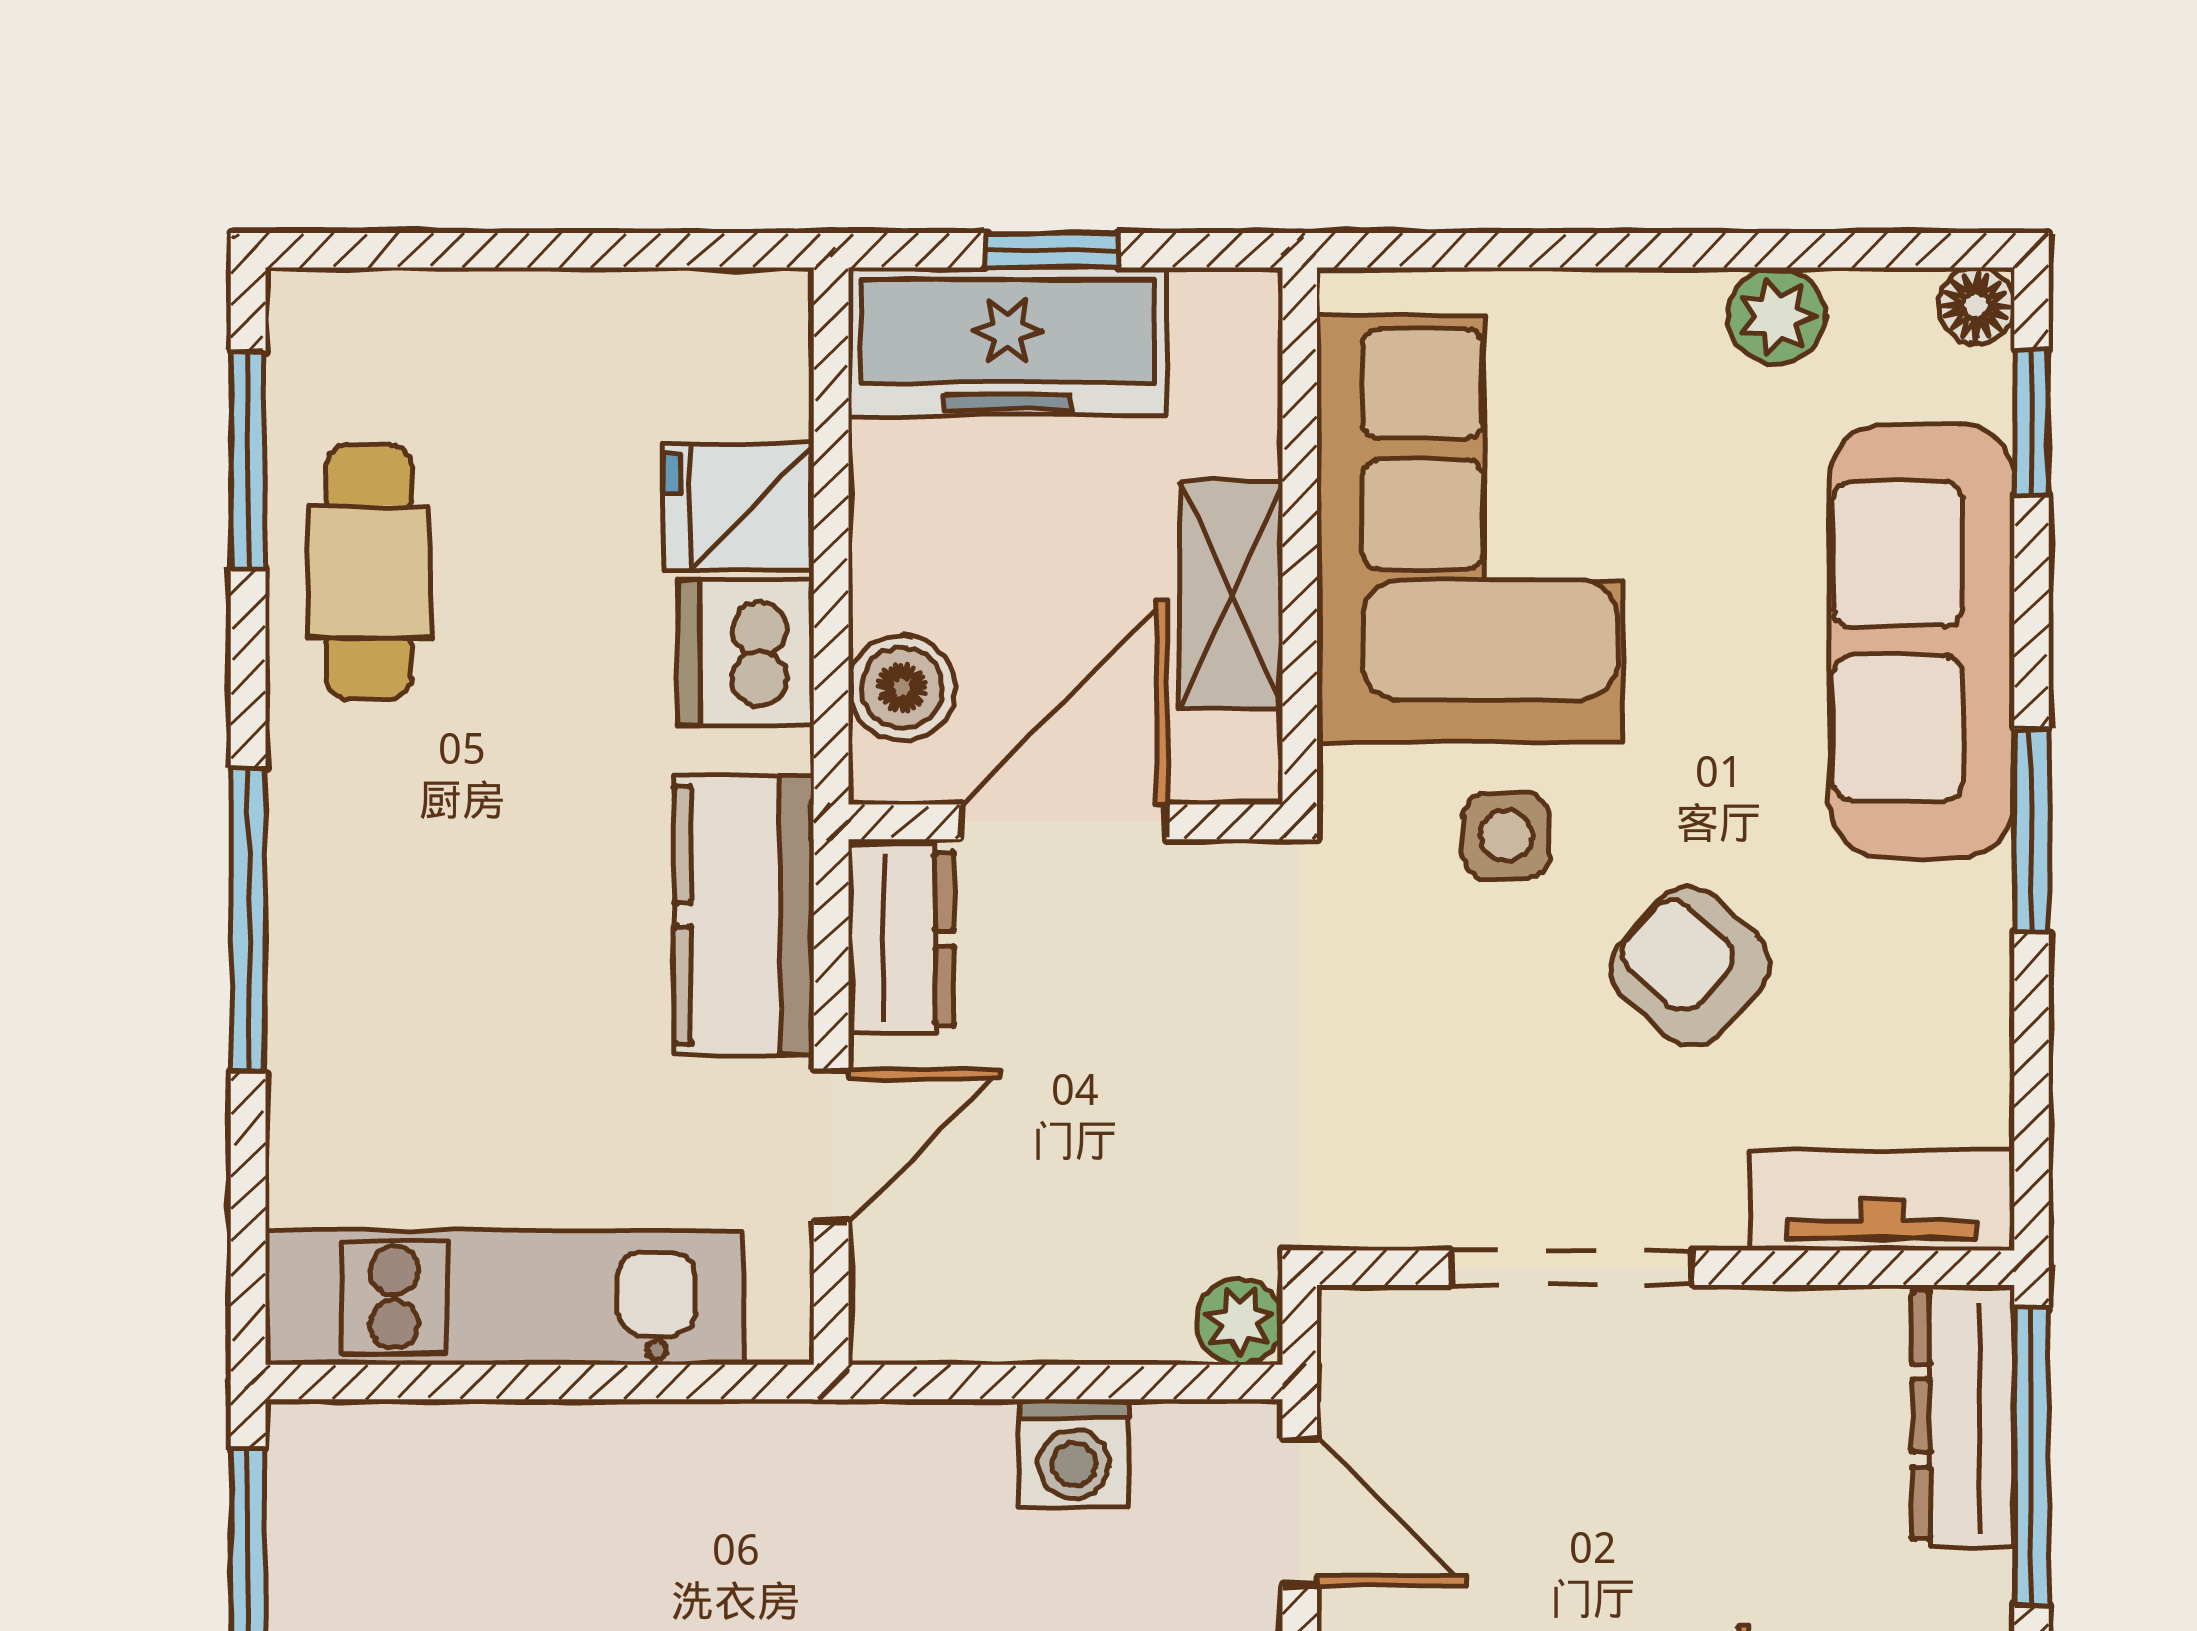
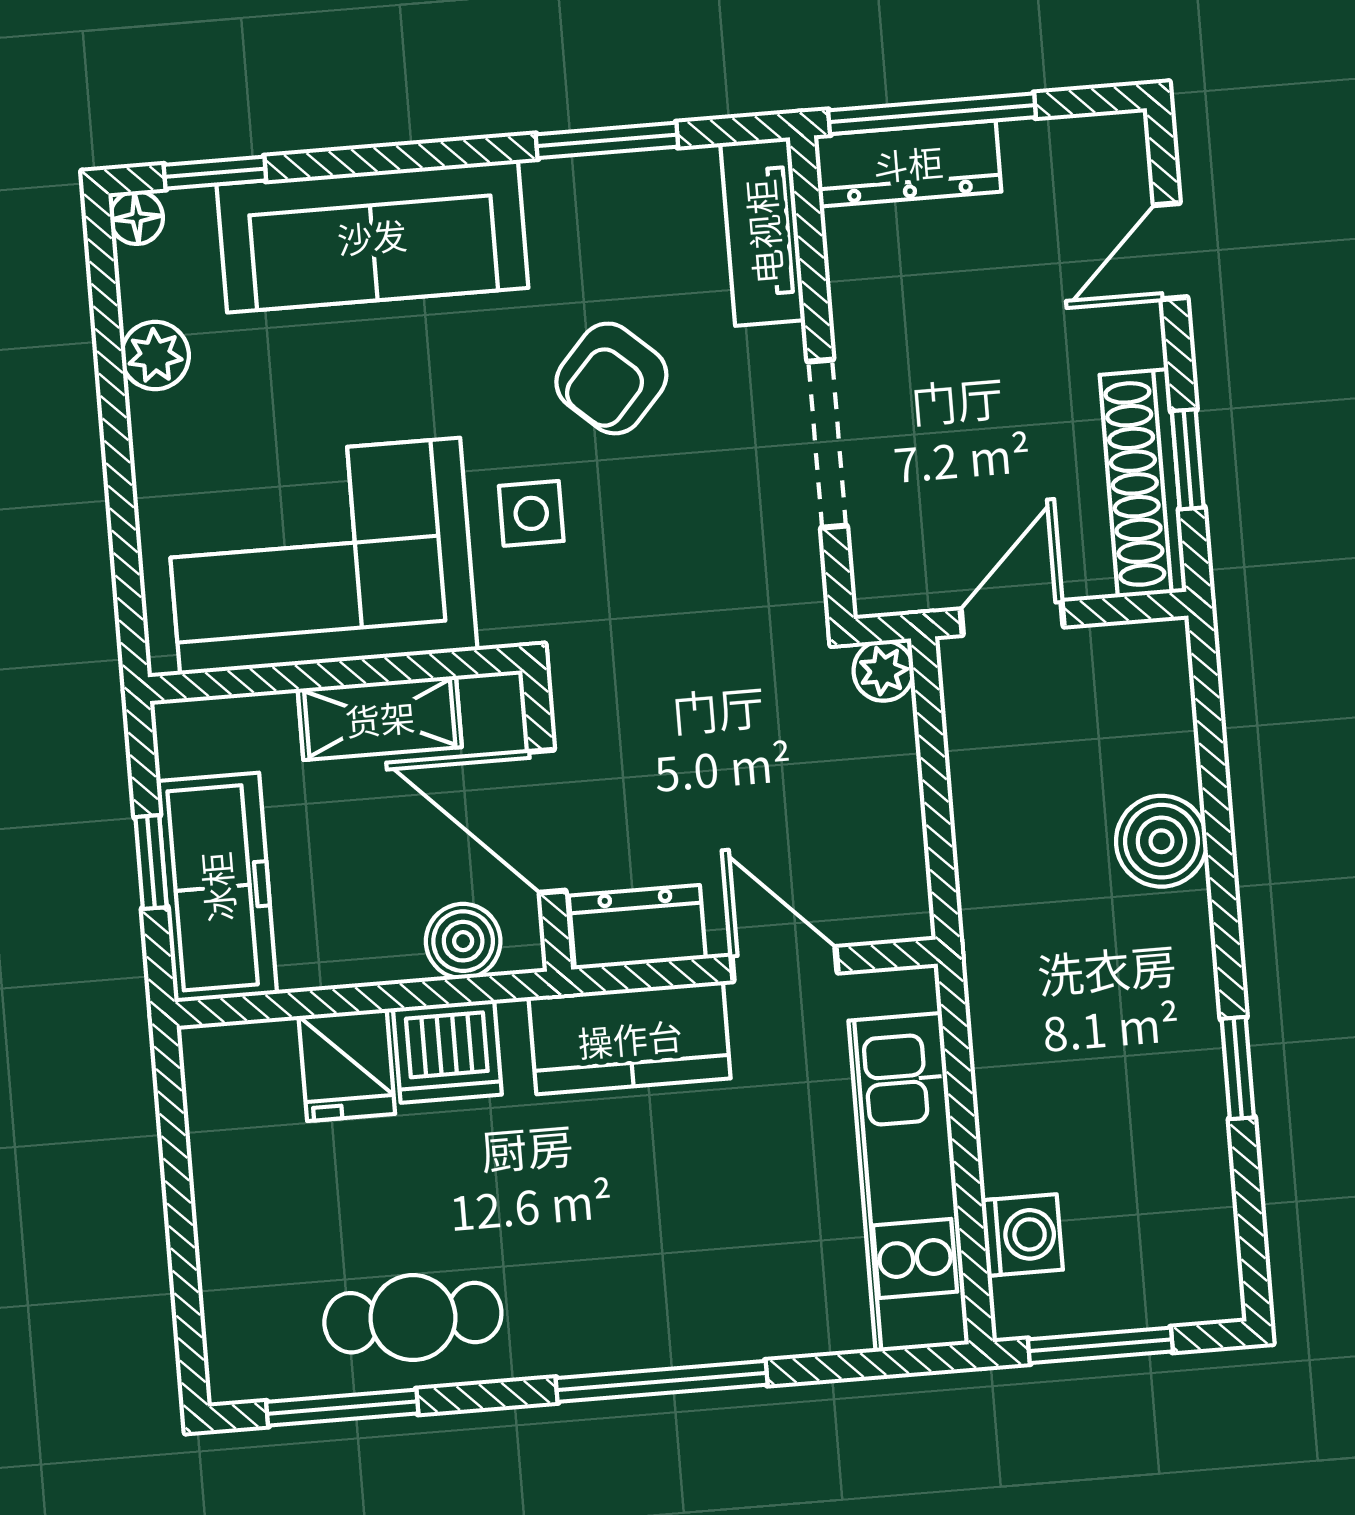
window: (2031, 830) -> (607, 140), moved
washing machine: (1074, 1454) -> (1022, 1235), moved

